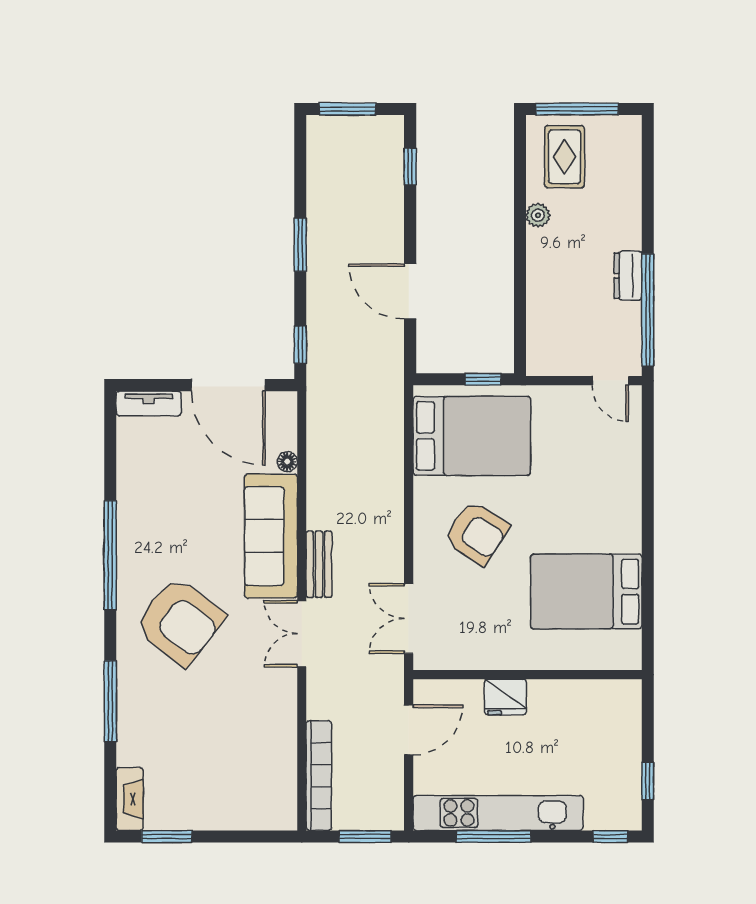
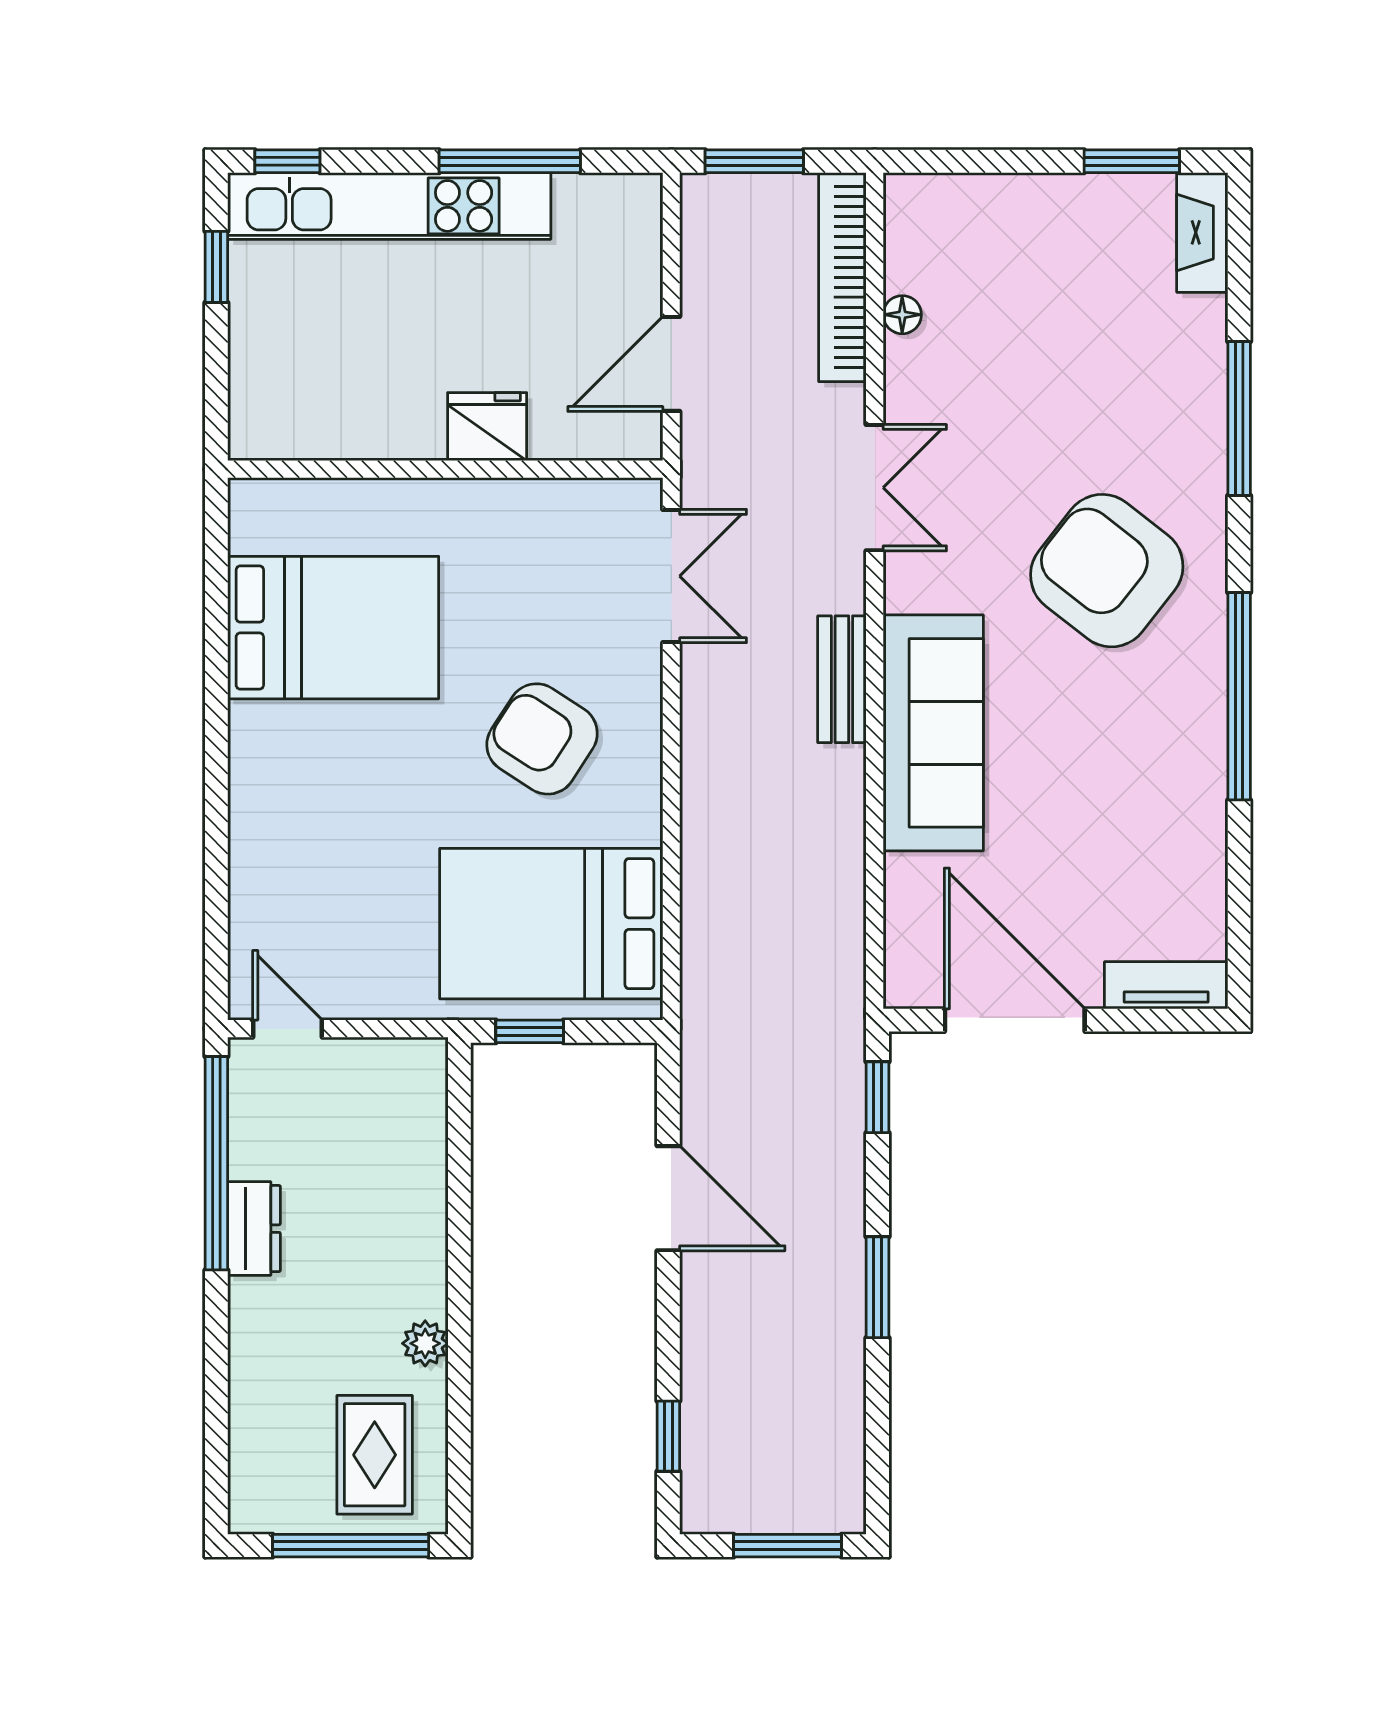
floor lamp: (287, 462) -> (902, 315), moved
double door: (302, 634) -> (875, 488), moved
kitchen unit: (498, 813) -> (389, 206), moved

